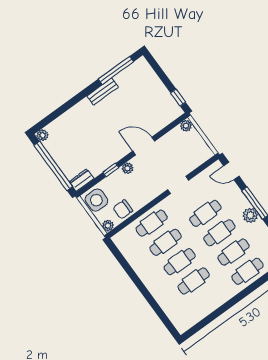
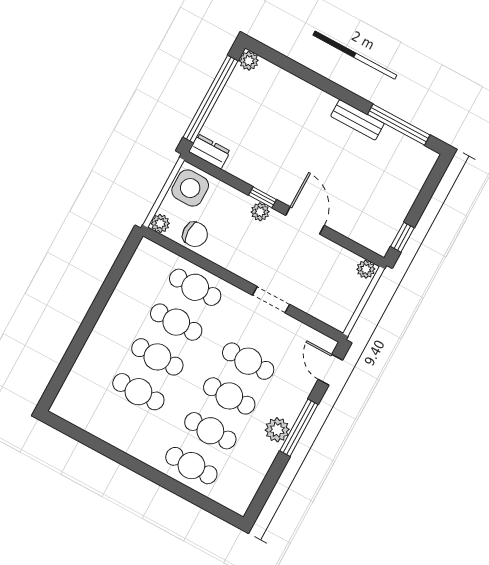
window: (111, 170) -> (262, 197), moved
chair: (123, 209) -> (195, 234), turned 180

